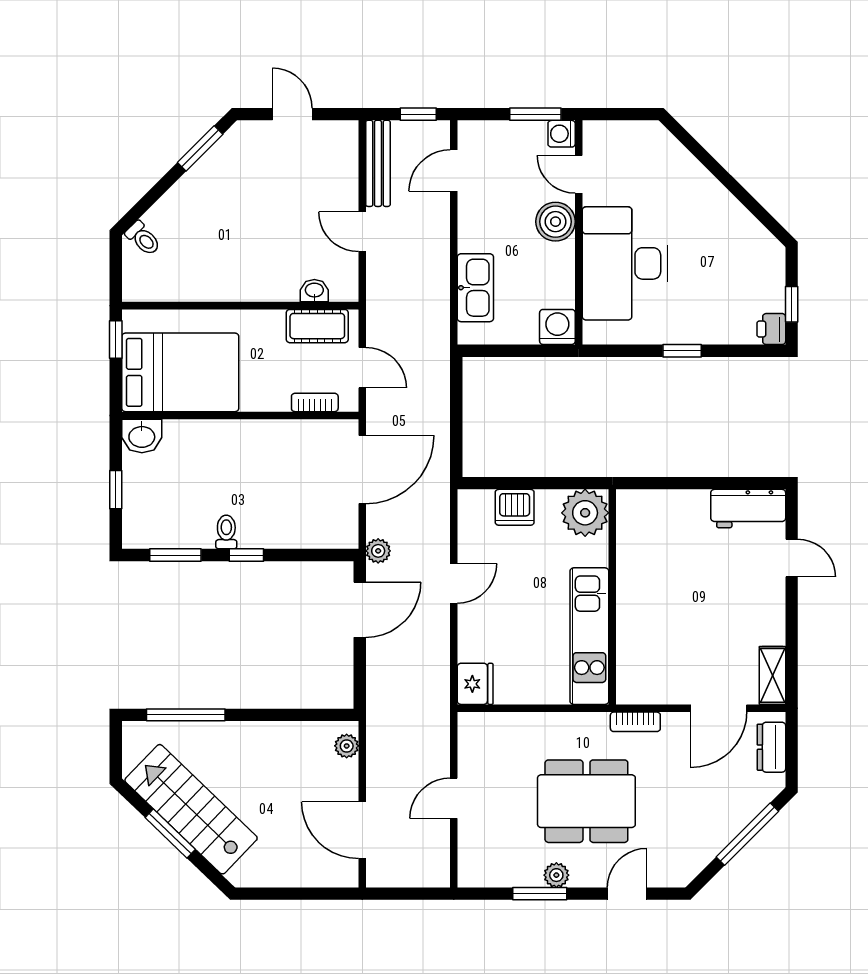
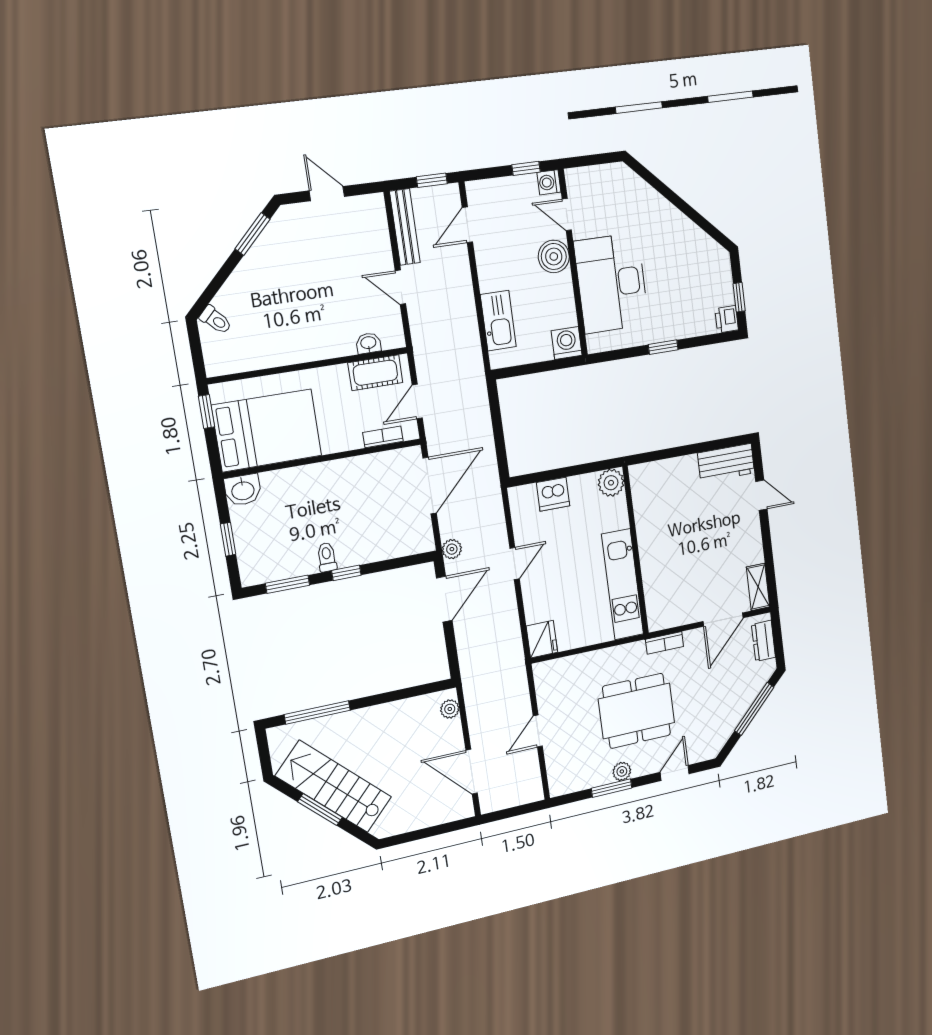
window: (535, 114) -> (526, 168), width x0.67
door: (362, 368) -> (417, 401), swing flipped
plant: (585, 513) -> (611, 483), width x0.73, depth x0.73

